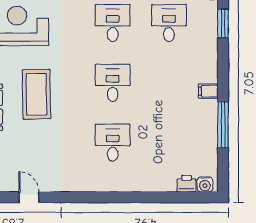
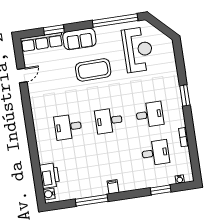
desk: (113, 83) -> (109, 121), turned 180
desk: (113, 143) -> (68, 127), turned 180
printer: (187, 184) -> (50, 176), width x1.87, depth x1.48

